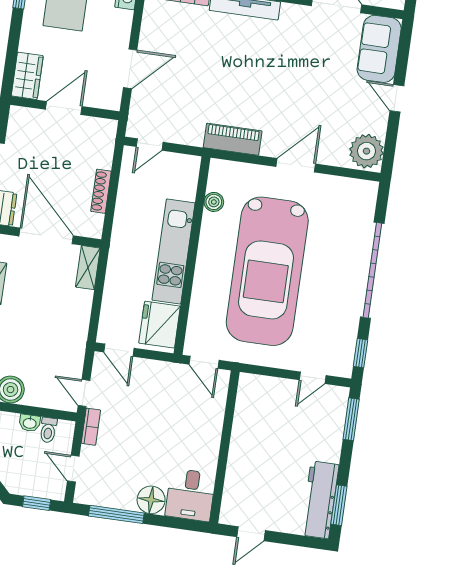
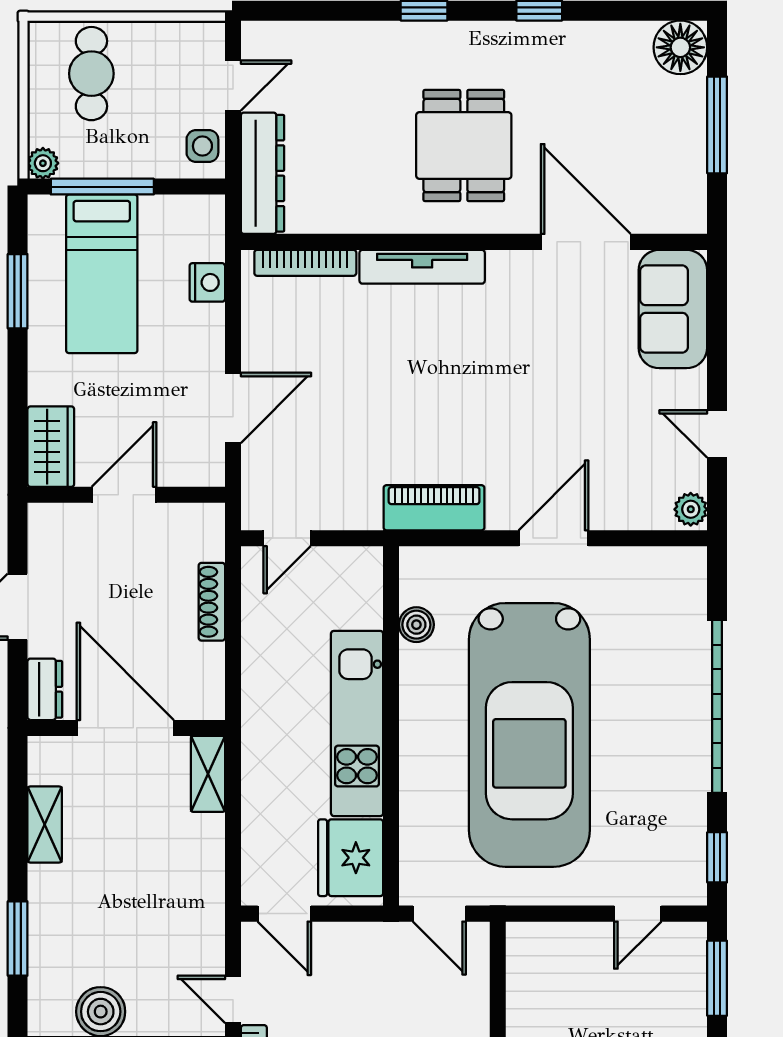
door: (397, 98) -> (717, 434), moved
plant: (367, 151) -> (691, 509), width x0.53, depth x0.53
shoe rack: (101, 191) -> (212, 602), moved

